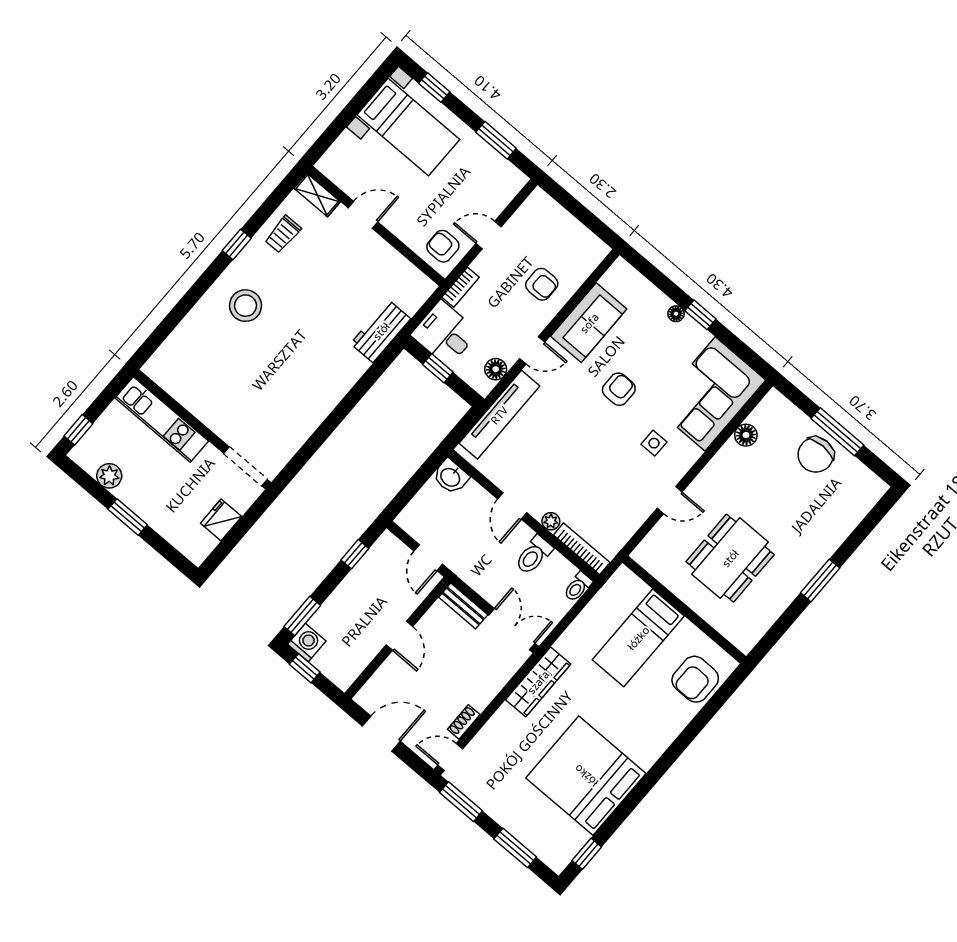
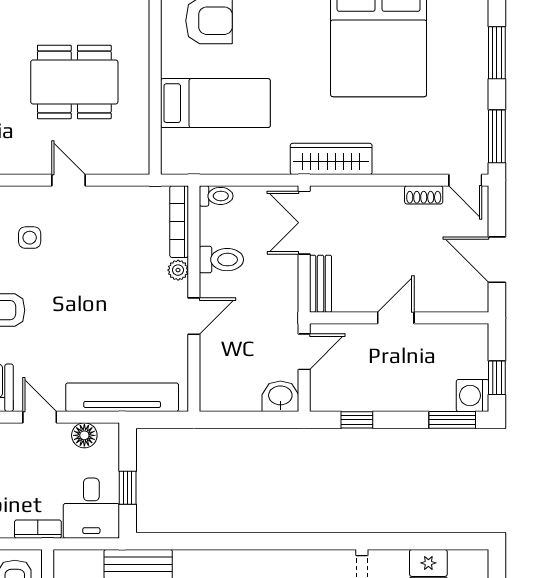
washbasin: (451, 477) -> (280, 396), moved, turned -90

